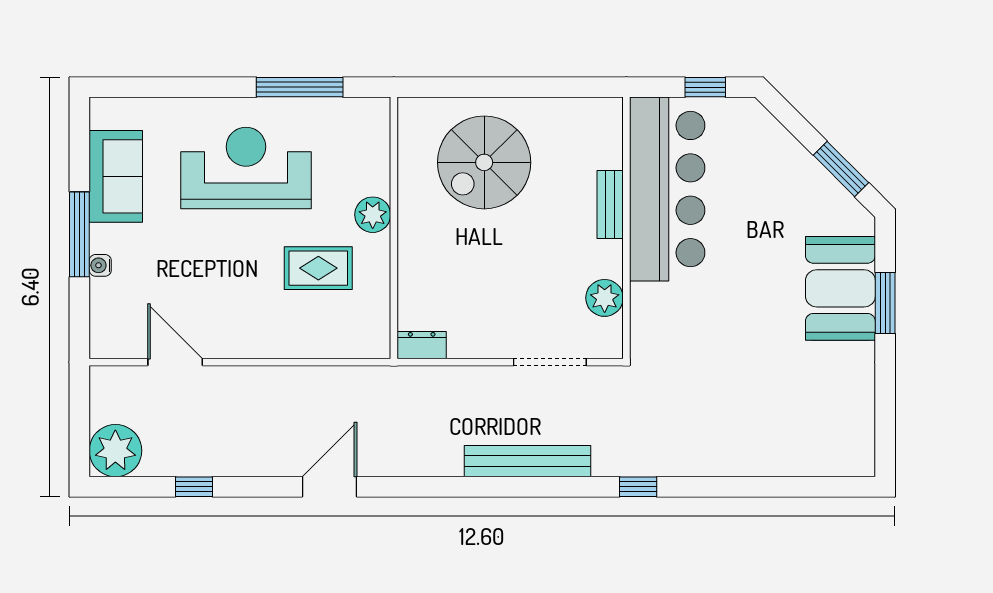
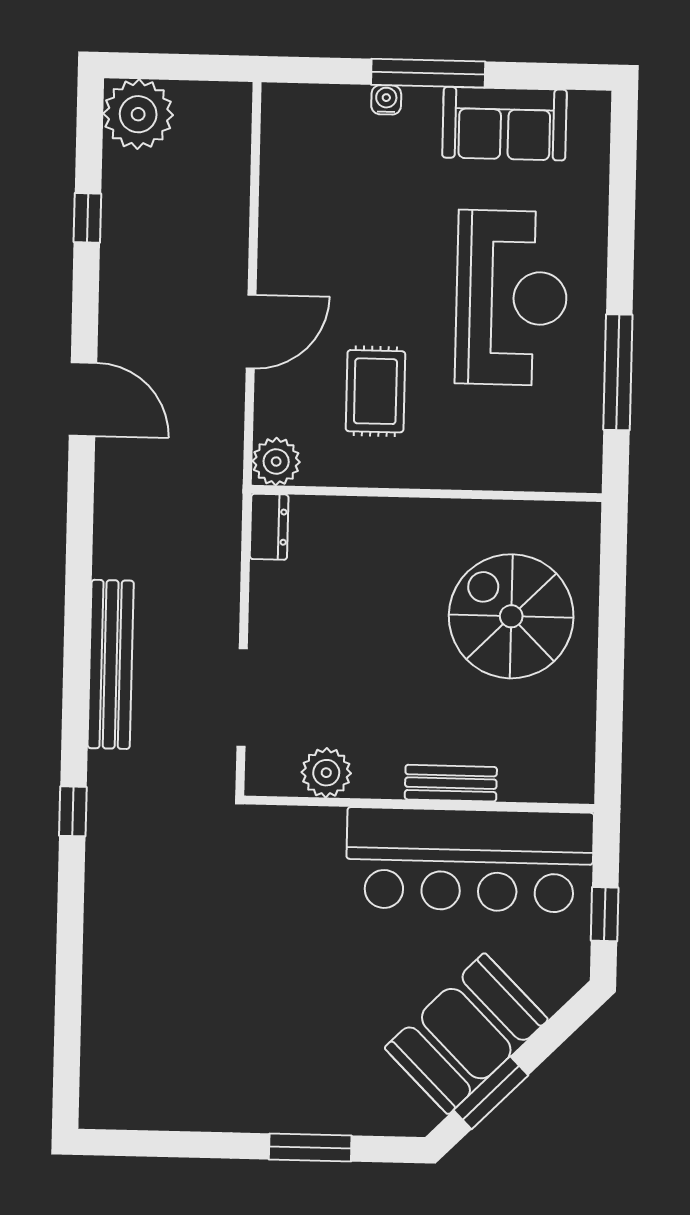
plant: (373, 215) -> (276, 462), moved
booth: (840, 288) -> (466, 1034), moved, turned -45
door: (175, 362) -> (251, 332), moved

